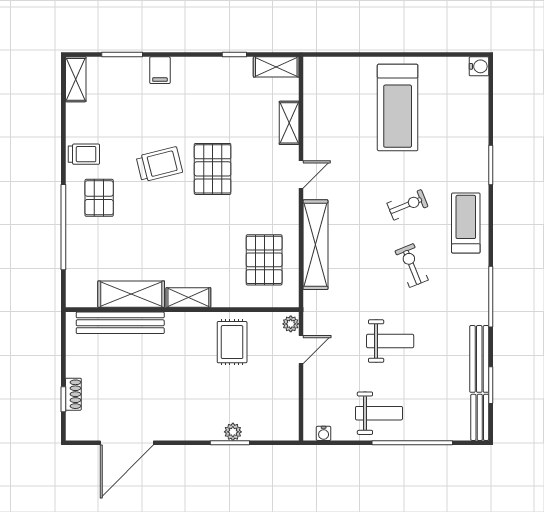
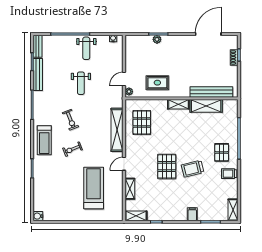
treadmill: (398, 107) -> (94, 188), moved
weight bench: (390, 341) -> (81, 83), turned -90
rug: (232, 342) -> (157, 83), turned 90
weight bench: (379, 413) -> (86, 48), turned -90

